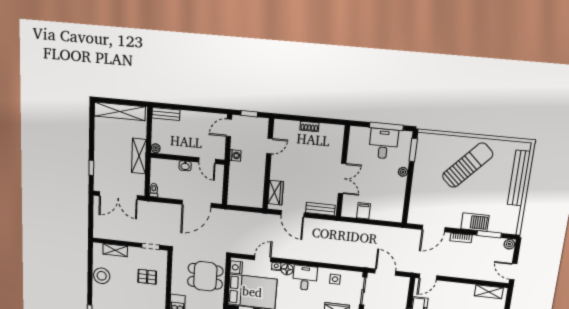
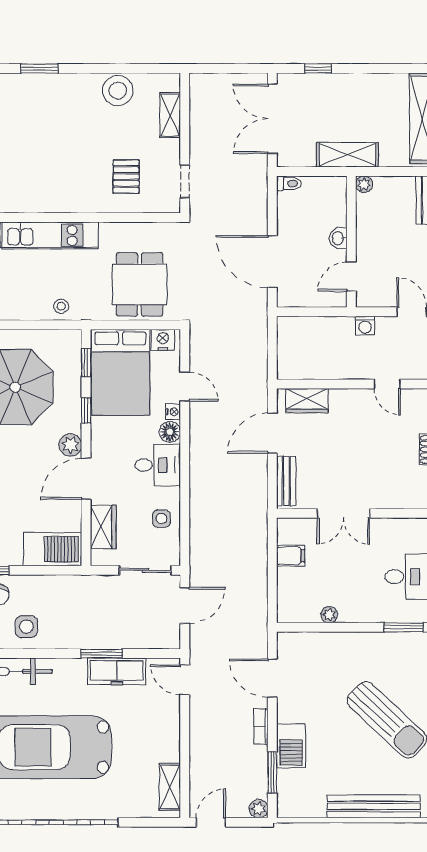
plant: (403, 172) -> (329, 615), moved

